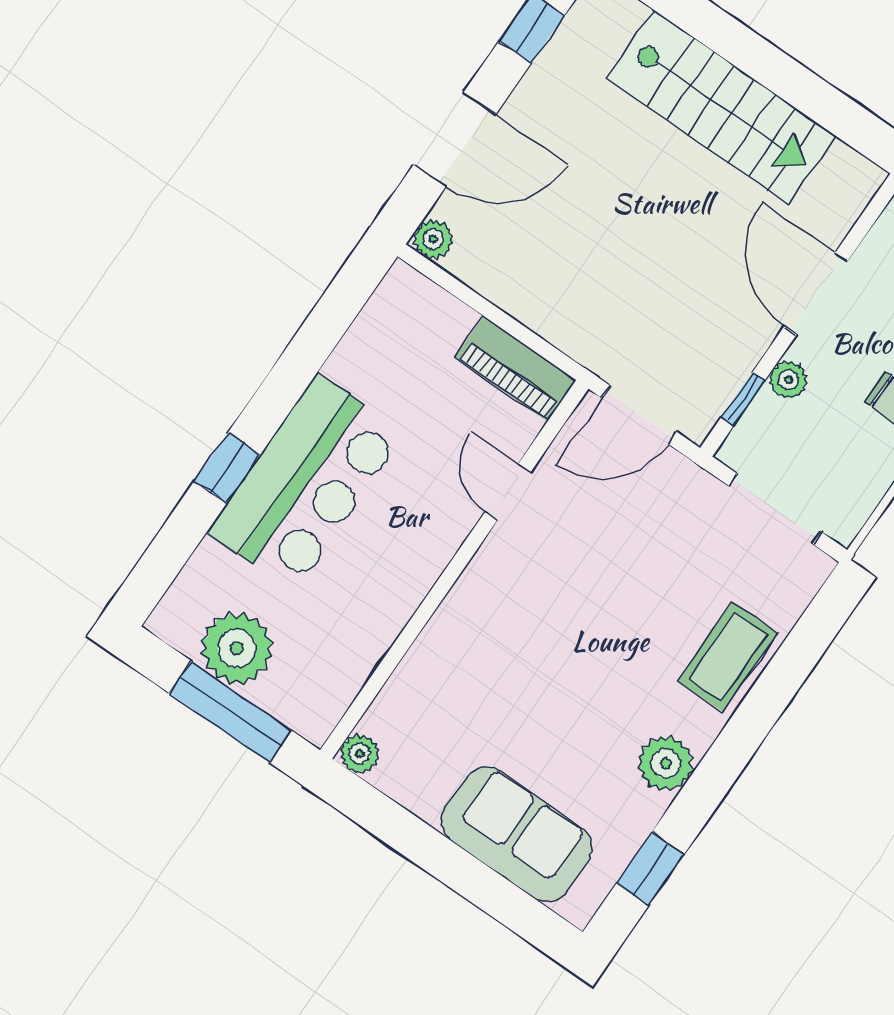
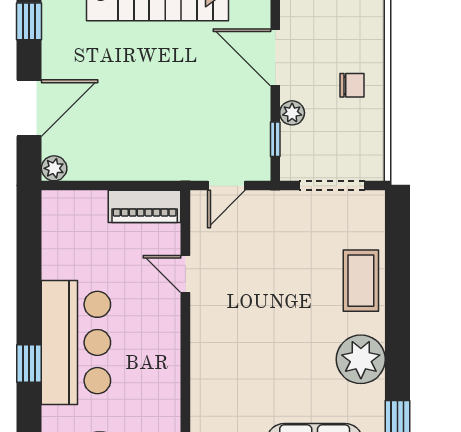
door: (639, 415) -> (226, 186), width x0.73
plant: (666, 763) -> (361, 359), width x1.36, depth x1.36

